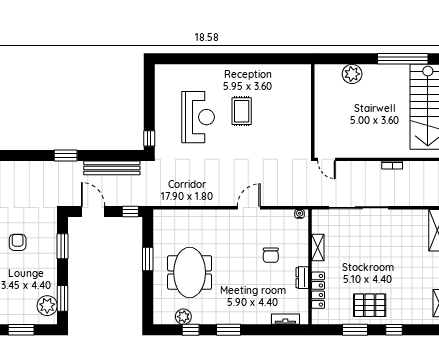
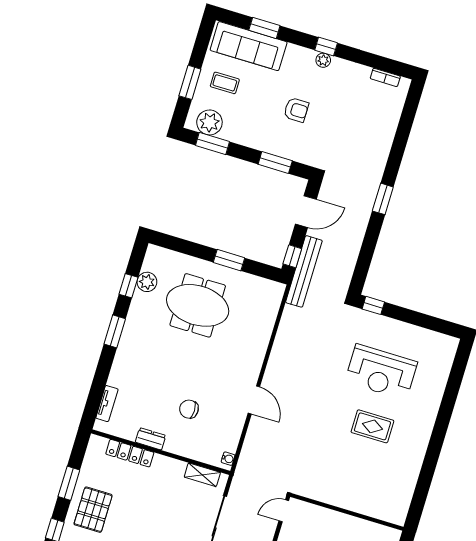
bench: (112, 168) -> (304, 271), moved
shelving: (318, 247) -> (202, 475), moved
coffee table: (13, 303) -> (225, 83), added

